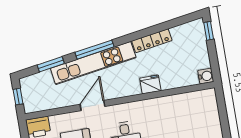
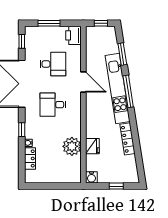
window: (209, 31) -> (116, 186), moved
fridge: (150, 84) -> (92, 146), moved
plant: (172, 106) -> (72, 146), added

